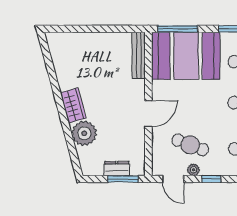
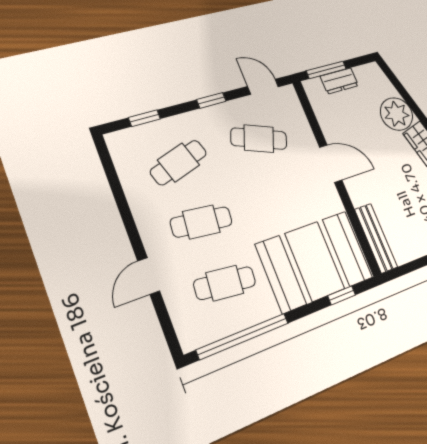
window: (178, 29) -> (342, 295), width x0.46
door: (148, 114) -> (331, 164), swing flipped
plant: (193, 170) -> (241, 106), removed

